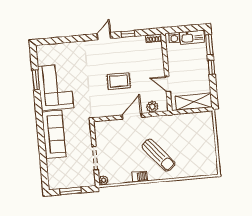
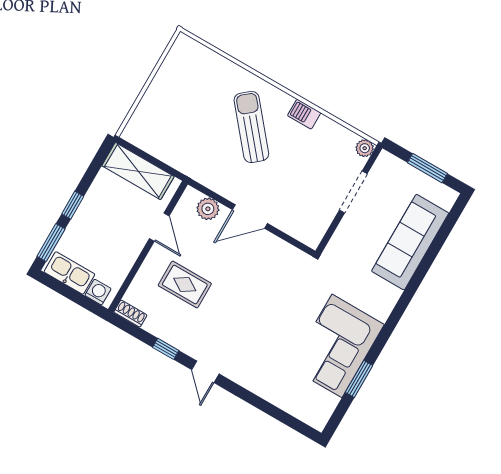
door: (104, 36) -> (205, 372), hinge flipped
rug: (119, 81) -> (185, 284), moved
sofa: (54, 134) -> (410, 242), moved

